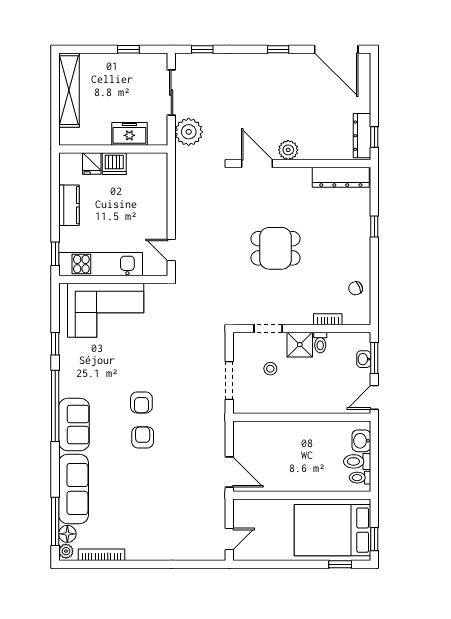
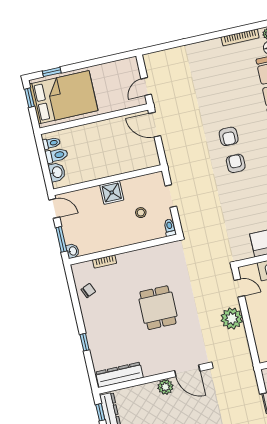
plant: (189, 132) -> (232, 319), moved
dining table: (276, 248) -> (158, 308), turned 90
doorway: (268, 328) -> (150, 244), removed
toilet: (320, 342) -> (170, 228), moved
shower: (300, 345) -> (112, 192), moved
washbasin: (364, 359) -> (73, 251), moved
doorway: (229, 381) -> (171, 196), width x0.73
door: (374, 397) -> (54, 208), hinge flipped
door: (229, 539) -> (146, 87), moved

